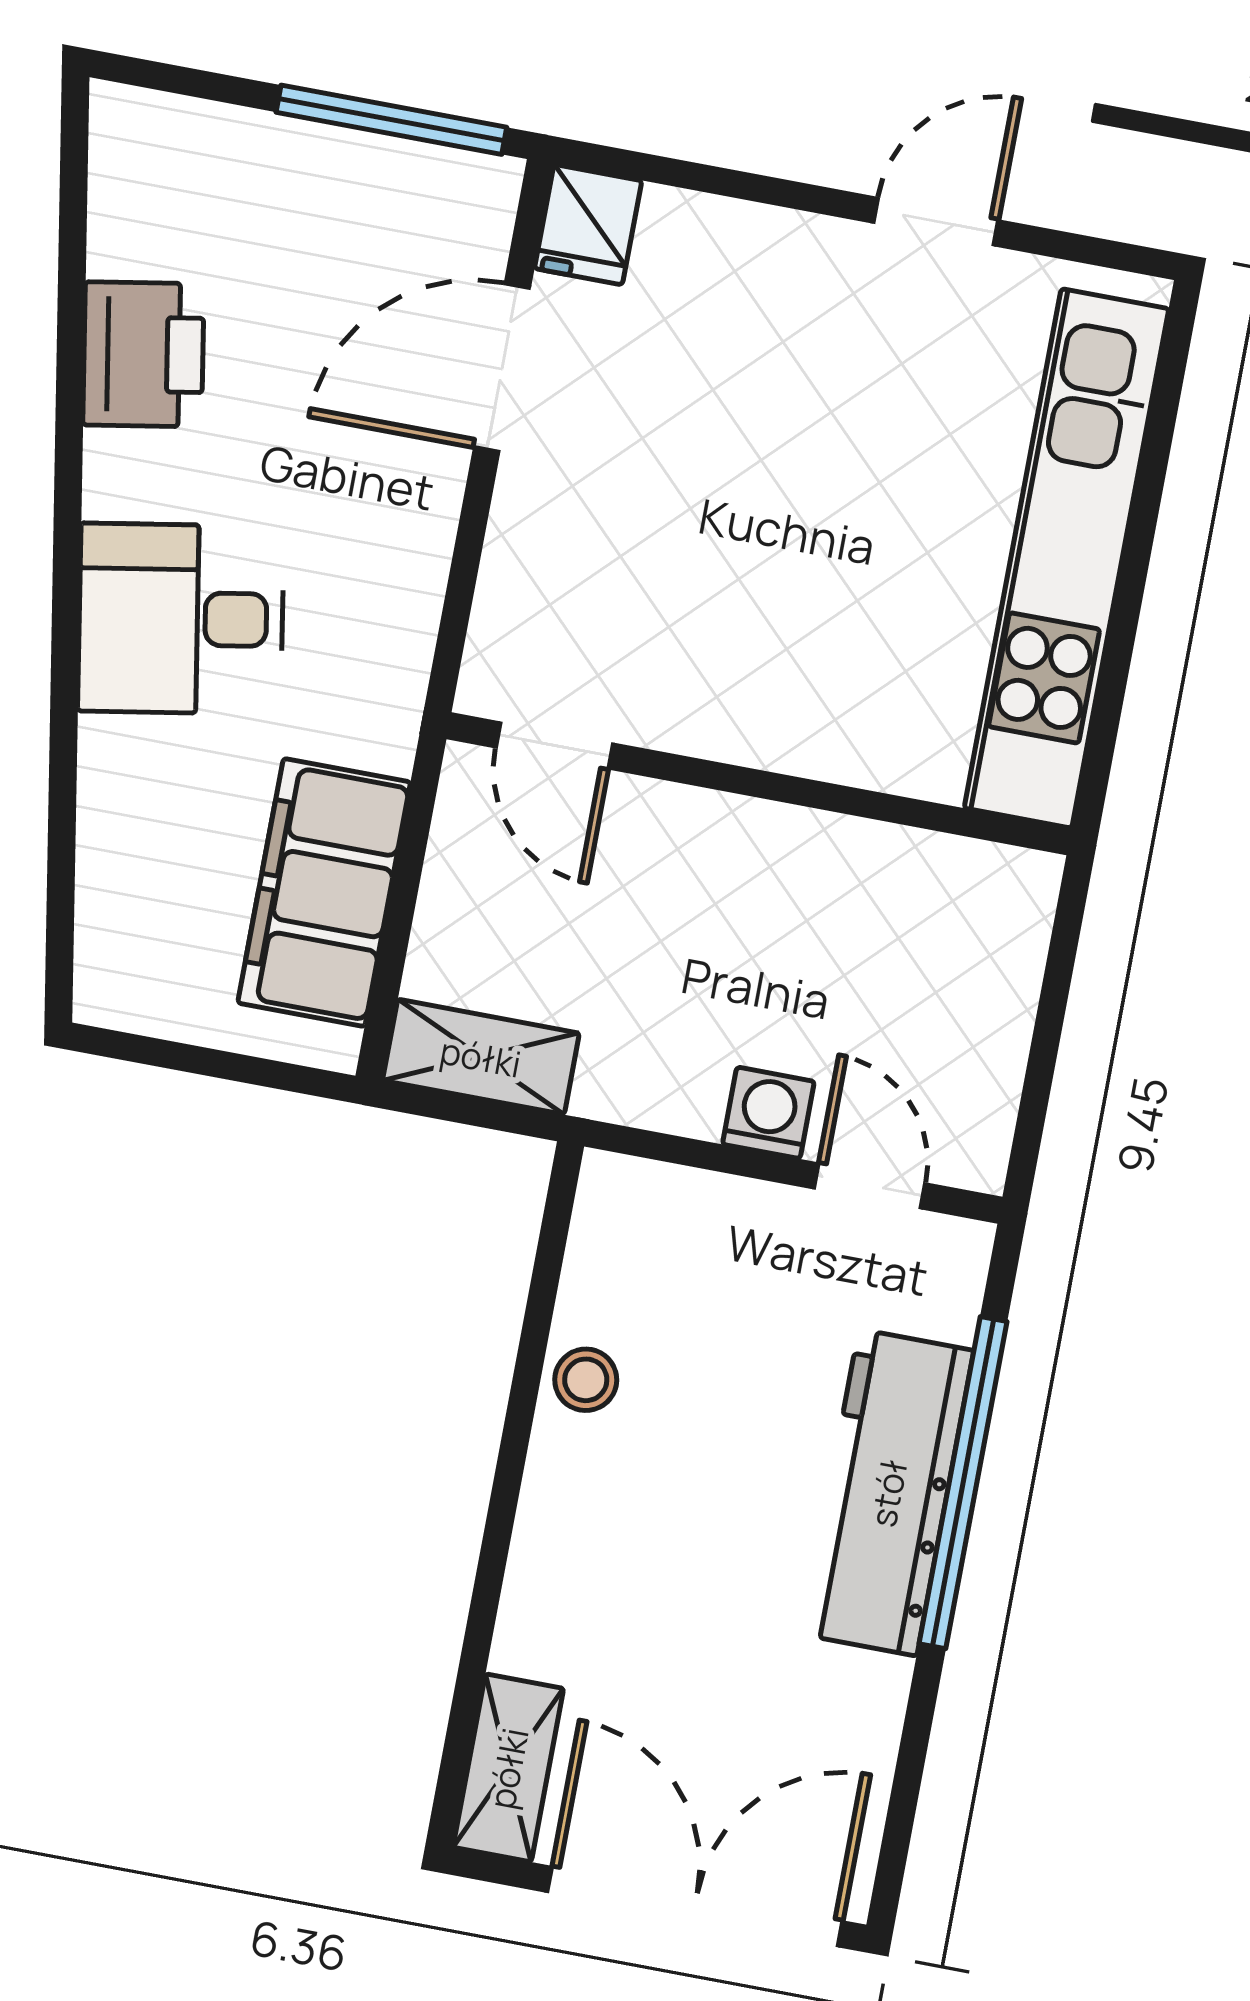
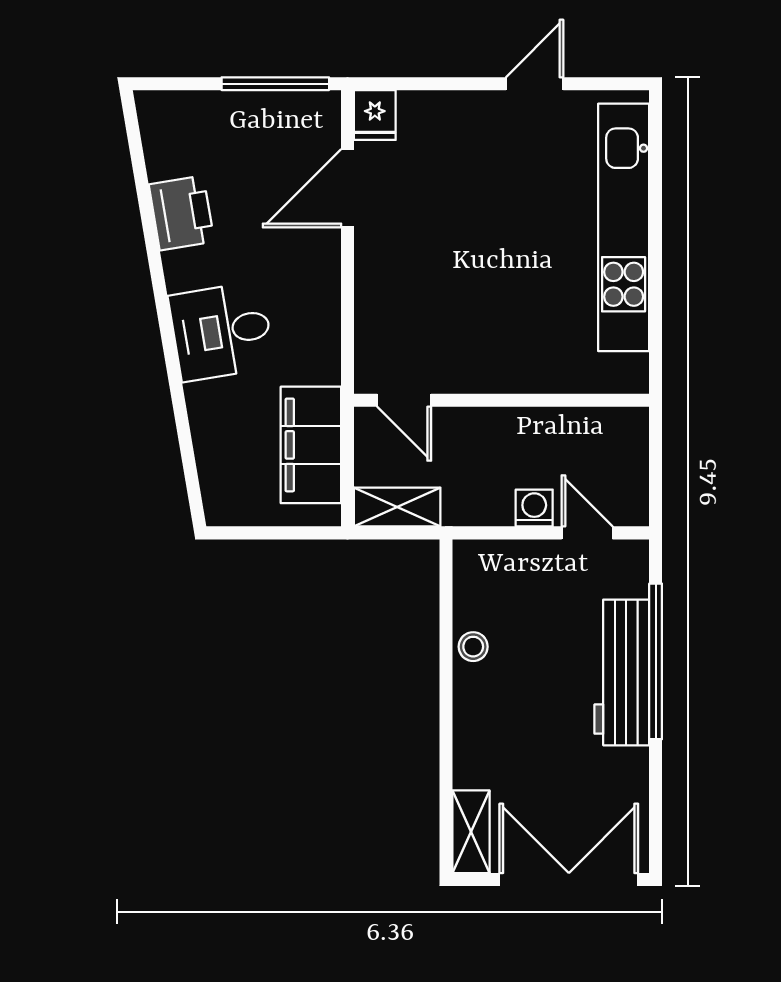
door: (554, 745) -> (404, 400), moved
wall: (759, 784) -> (502, 400), moved

